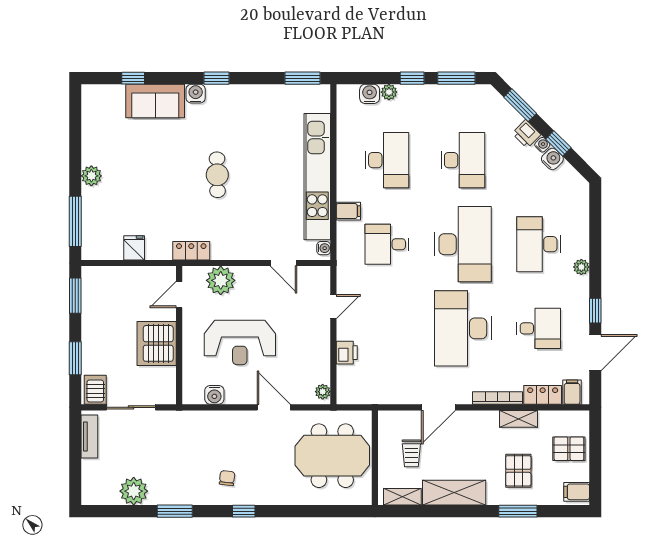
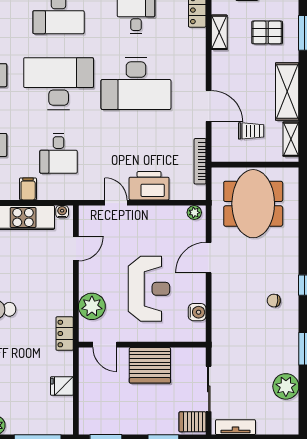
printer: (347, 353) -> (149, 186), width x1.87, depth x1.48
bookcase: (497, 398) -> (200, 161), moved

